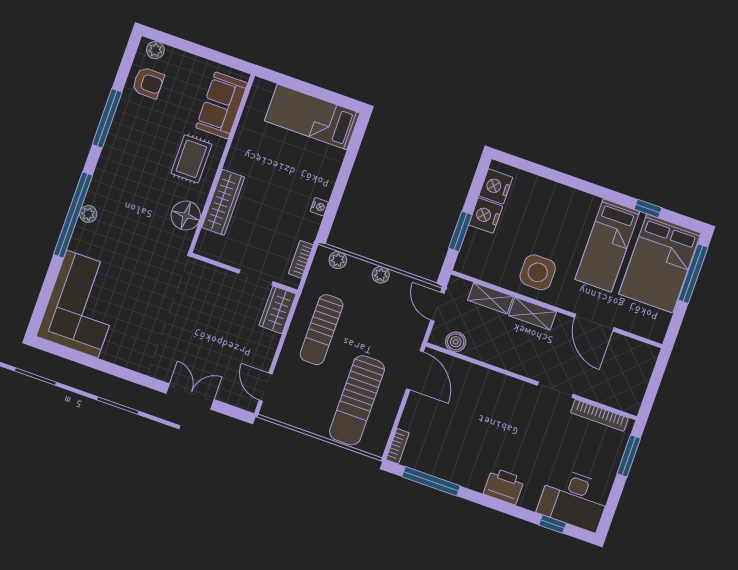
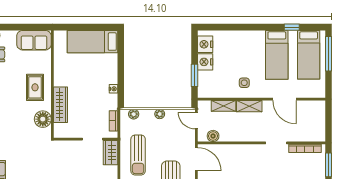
sofa: (222, 105) -> (34, 40), moved, turned -90
bed: (660, 263) -> (309, 55), width x0.67
side table: (538, 272) -> (244, 83), width x0.54, depth x0.54

